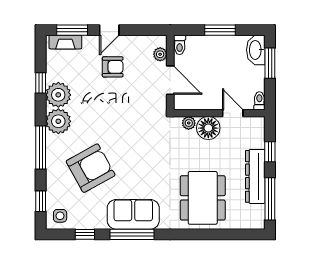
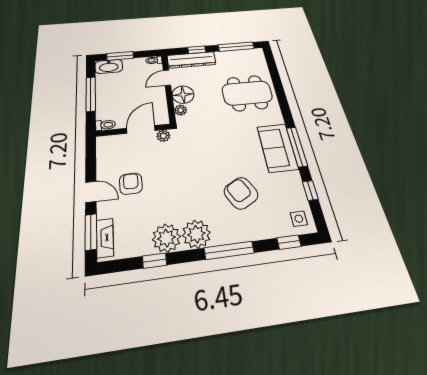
window: (220, 30) -> (91, 94), width x1.44
plant: (160, 54) -> (163, 136), moved
armchair: (91, 168) -> (241, 193), width x0.73, depth x0.73
dresser: (255, 176) -> (191, 60), moved

